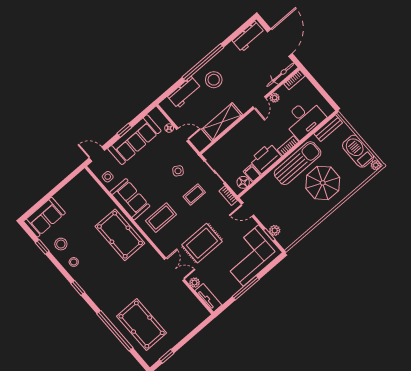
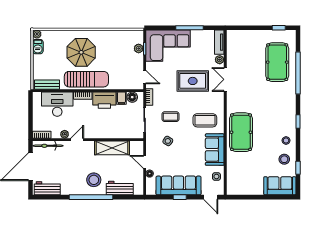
barbecue: (358, 151) -> (38, 47), width x0.53, depth x0.65
sun lounger: (298, 163) -> (86, 79), turned 180

